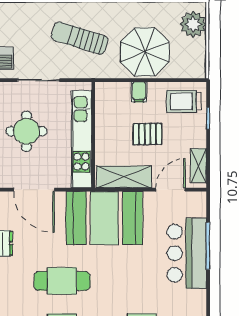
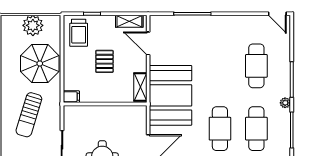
plant: (193, 24) -> (33, 25), moved
filing cabinet: (139, 92) -> (71, 97), moved
kitchen unit: (81, 139) -> (108, 113), removed
shelving: (124, 177) -> (140, 87), width x0.67, depth x0.75
bar counter: (187, 253) -> (198, 31), removed

